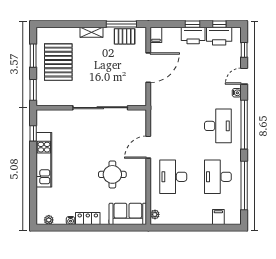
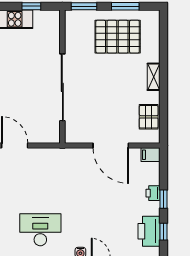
window: (121, 24) -> (163, 113), removed
printer: (193, 36) -> (153, 193), width x0.53, depth x0.68
desk: (218, 126) -> (40, 230), turned 180

